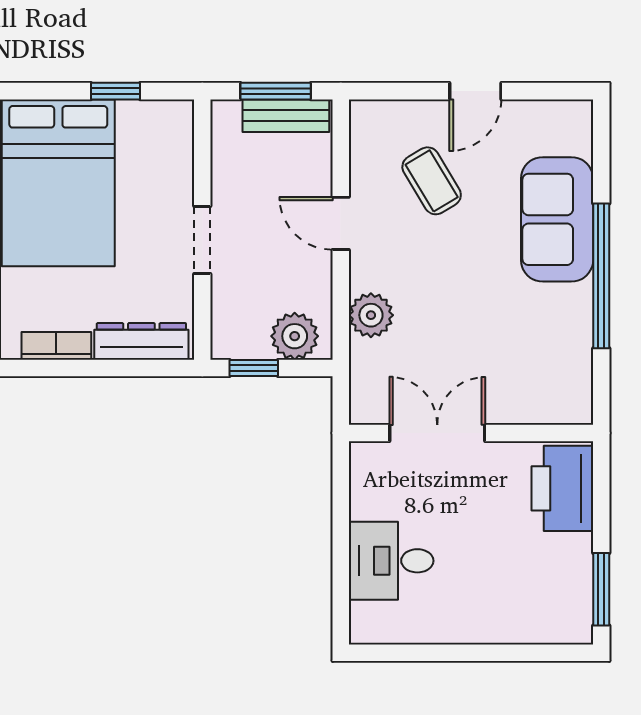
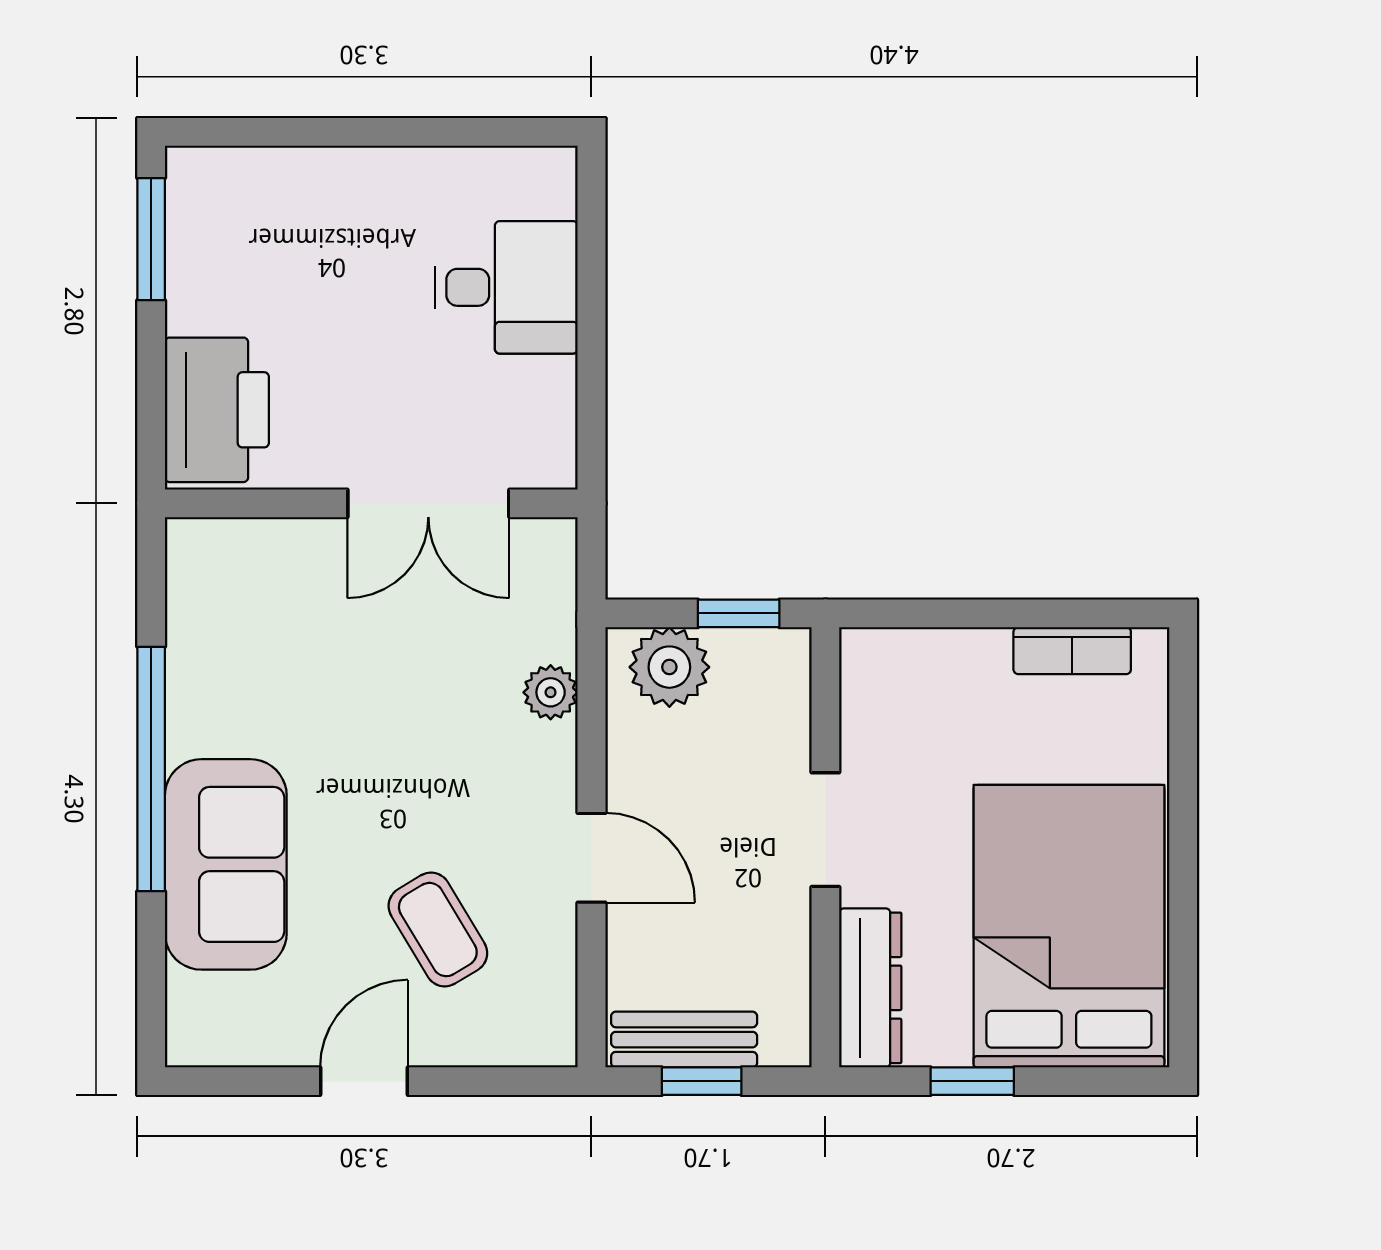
window: (276, 91) -> (702, 1081), width x0.67
plant: (371, 315) -> (551, 692), width x0.73, depth x0.73
dresser: (141, 341) -> (870, 988), moved, turned -90

